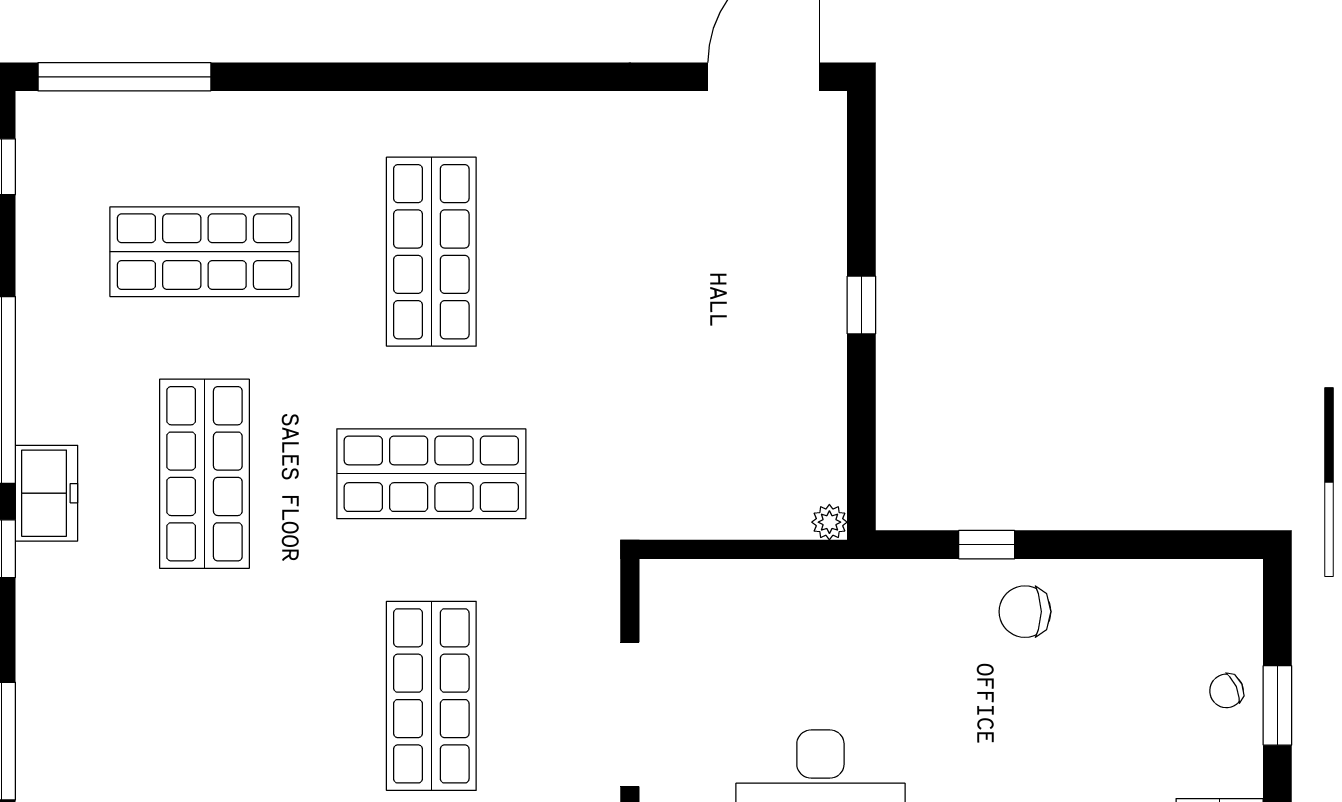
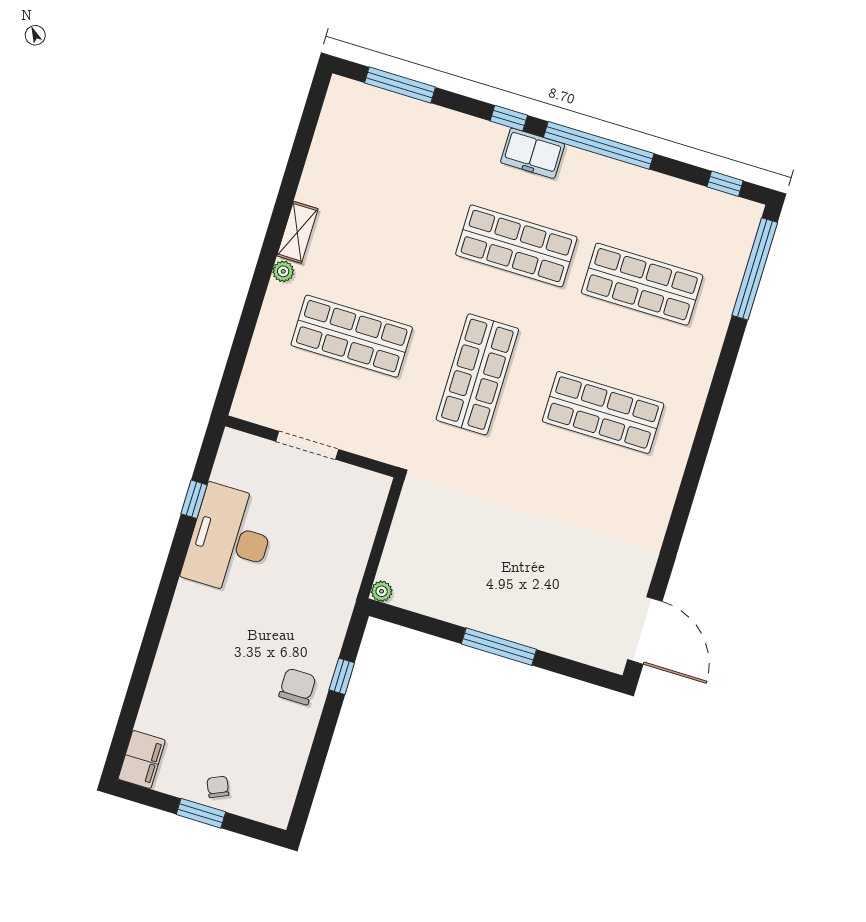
shop shelf: (204, 252) -> (642, 284), turned 90
window: (861, 305) -> (499, 647), width x2.17
doorway: (630, 714) -> (307, 445), width x0.73

